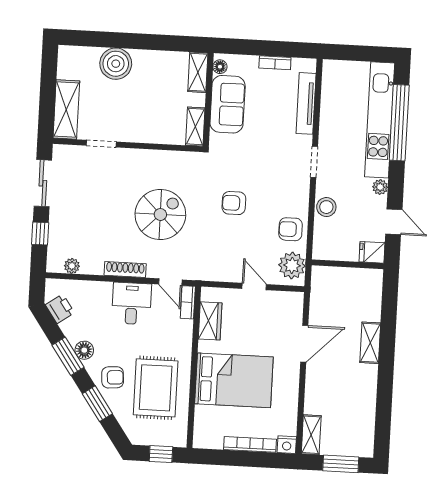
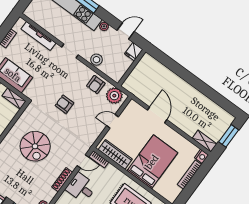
armchair: (234, 203) -> (64, 104), turned 90
spiral stairs: (160, 214) -> (35, 146), moved, turned 180
wardrobe: (210, 321) -> (115, 154), width x1.50
shelving: (370, 343) -> (178, 82), removed

